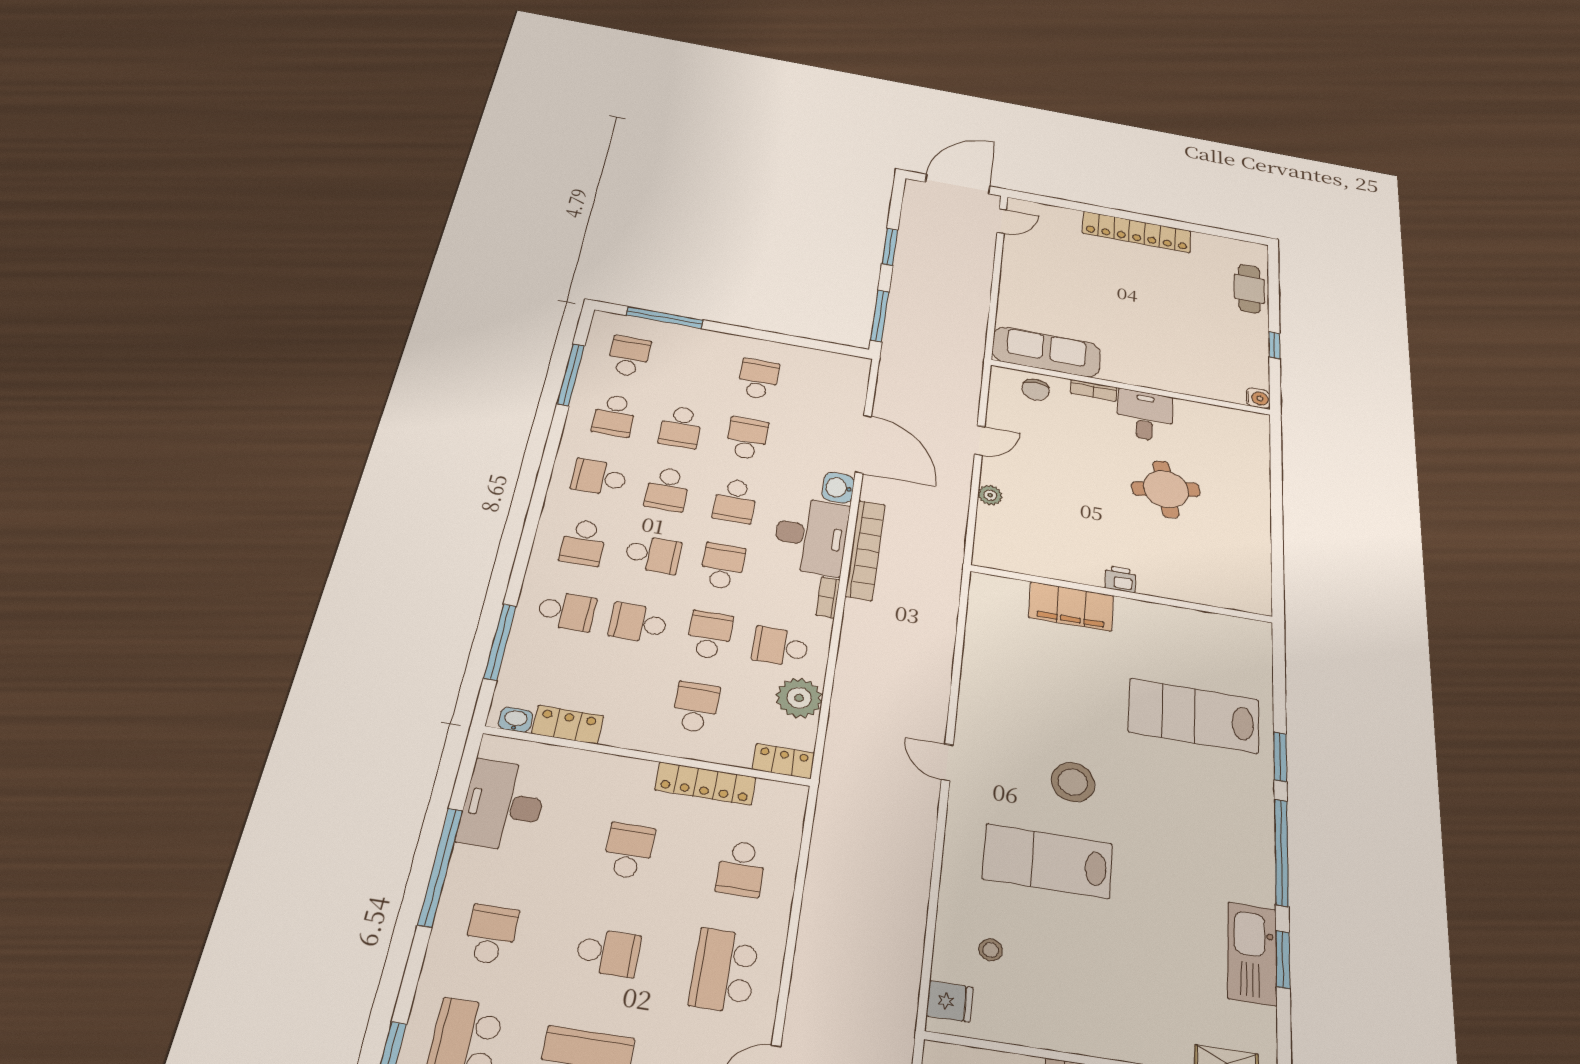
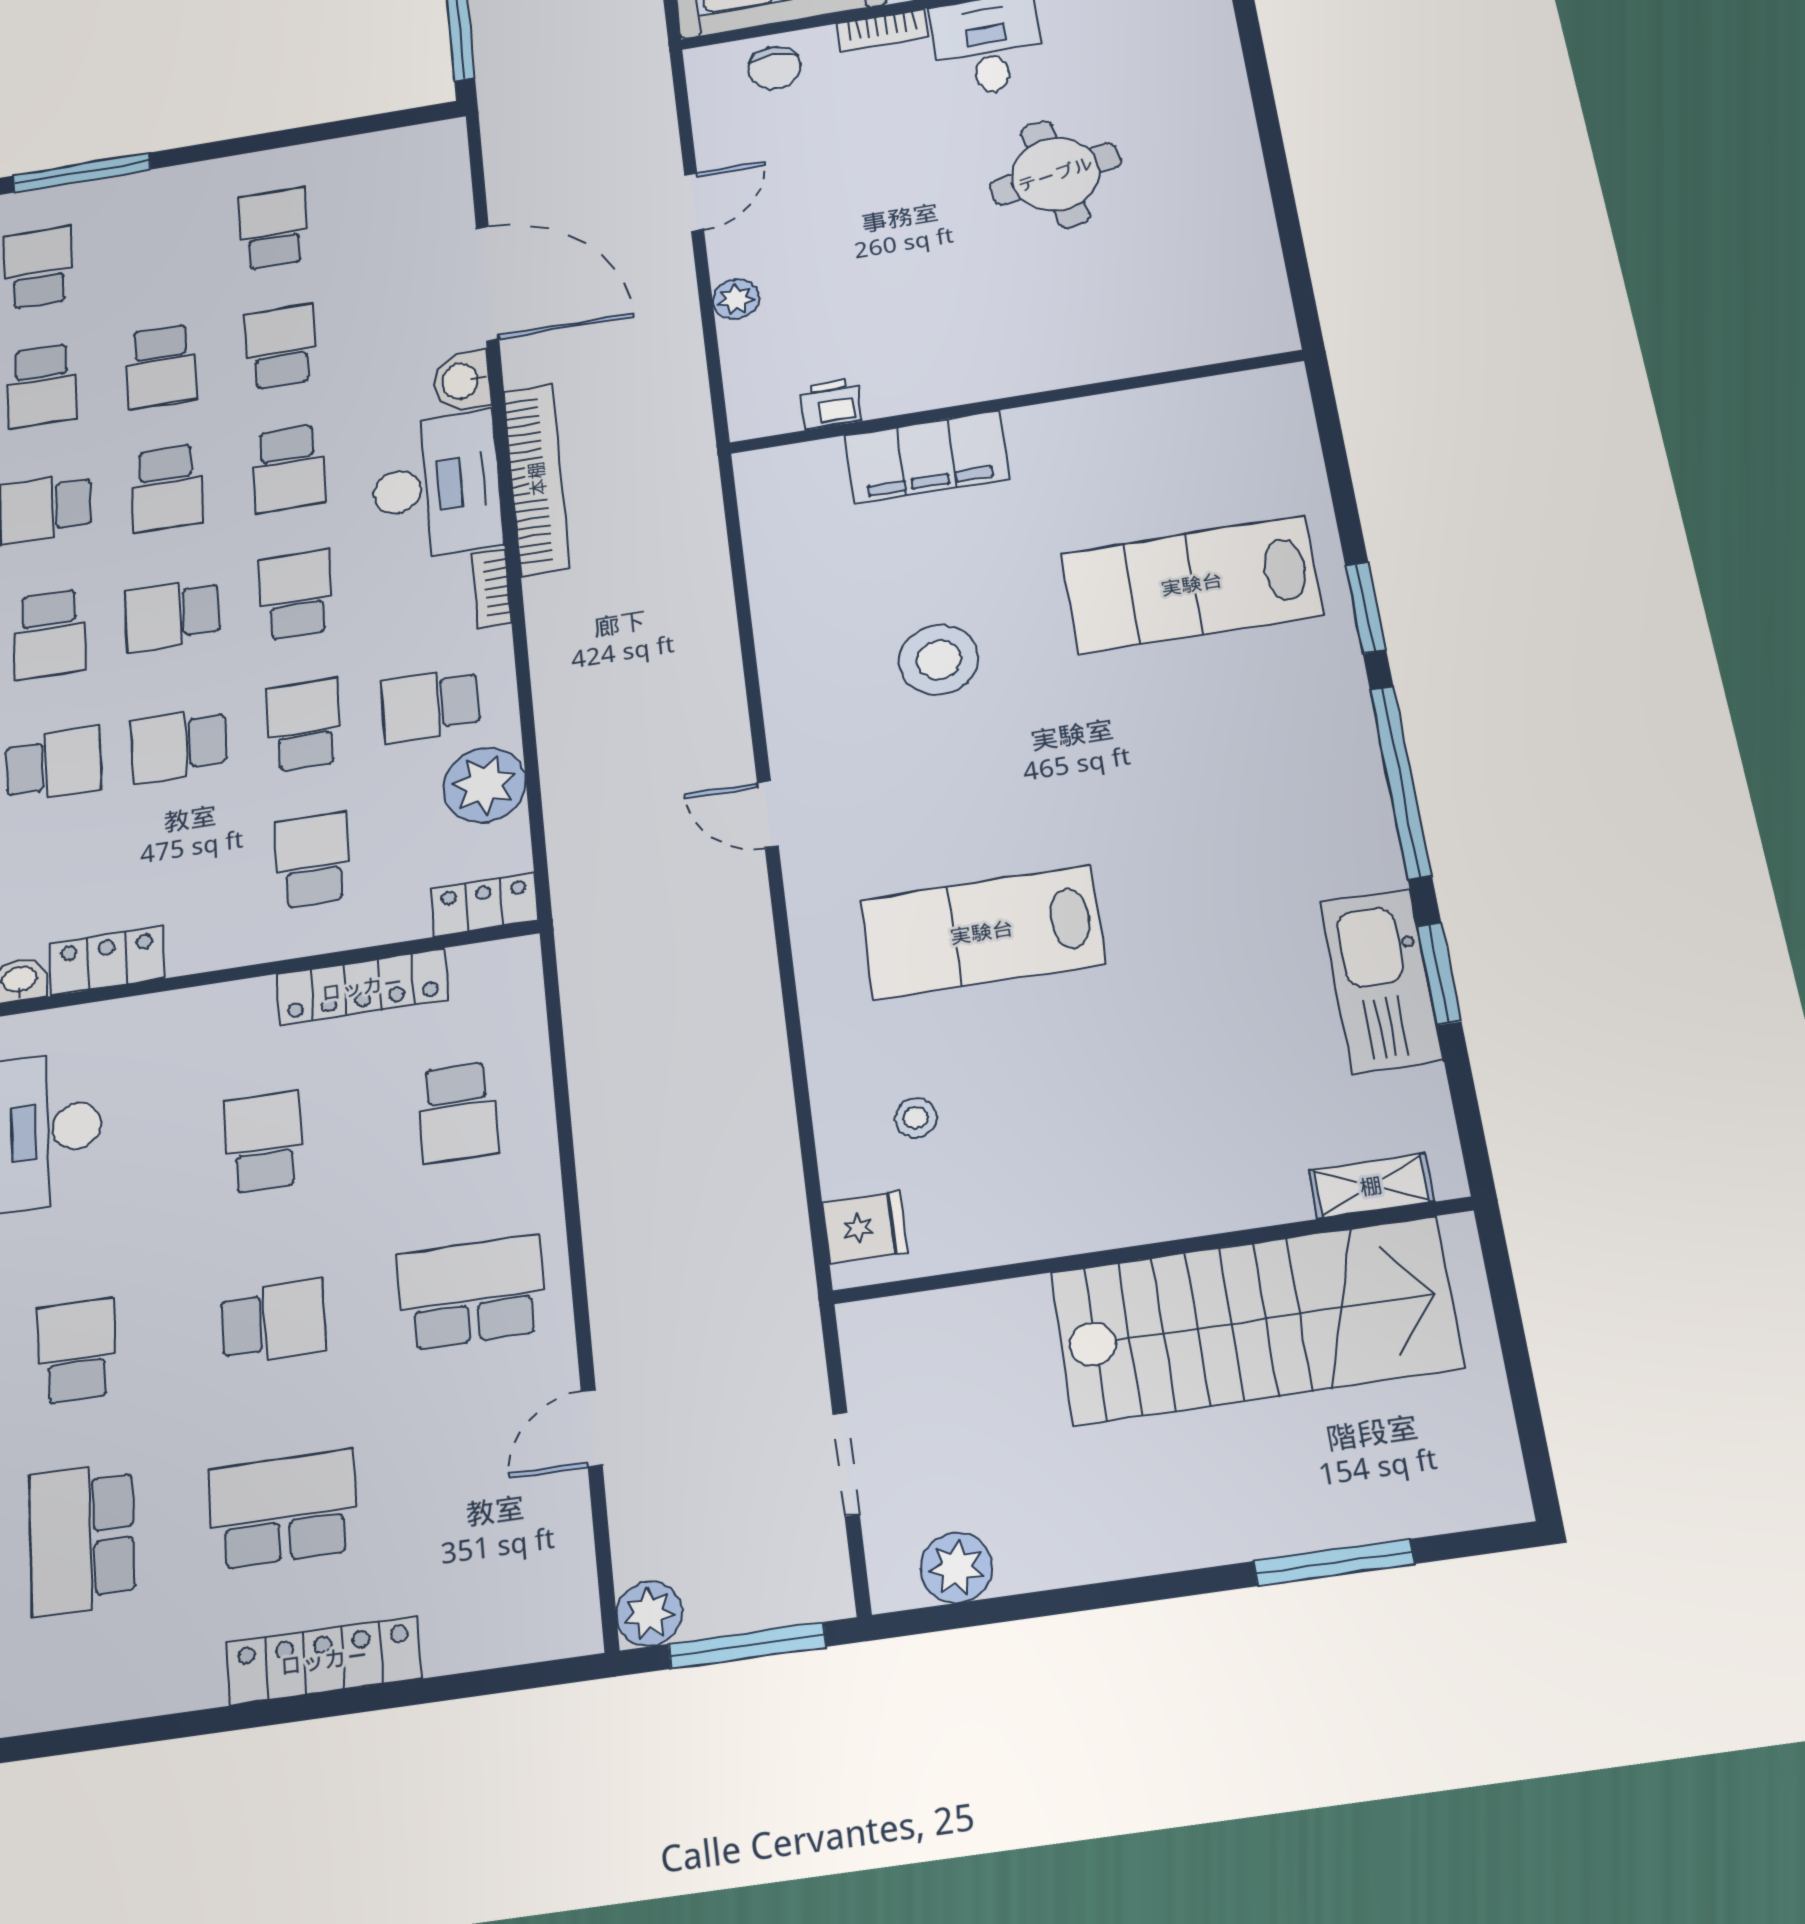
school desk: (653, 554) -> (173, 614), turned 180
printer: (1120, 579) -> (830, 404), moved
stool: (1073, 782) -> (939, 660), moved
school desk: (724, 970) -> (472, 1292), turned 90

